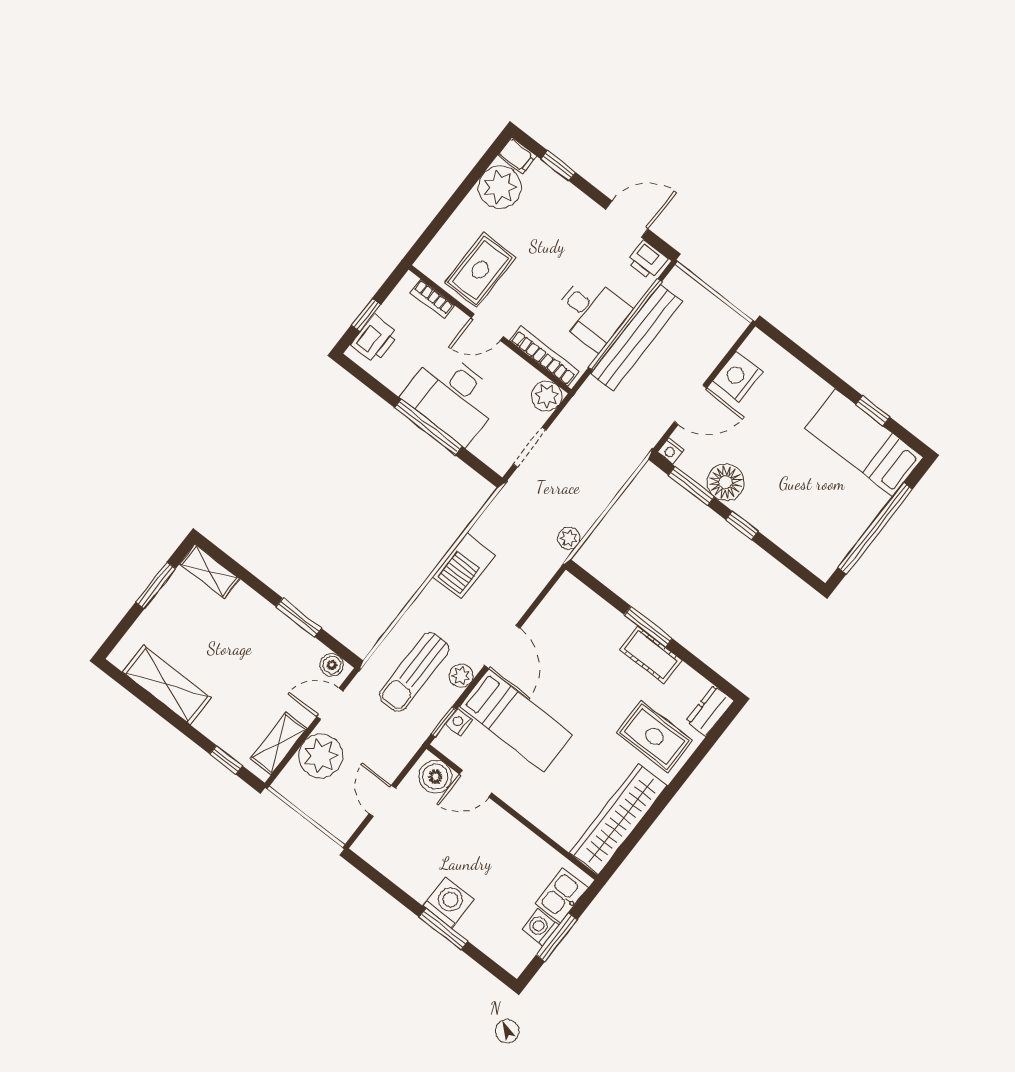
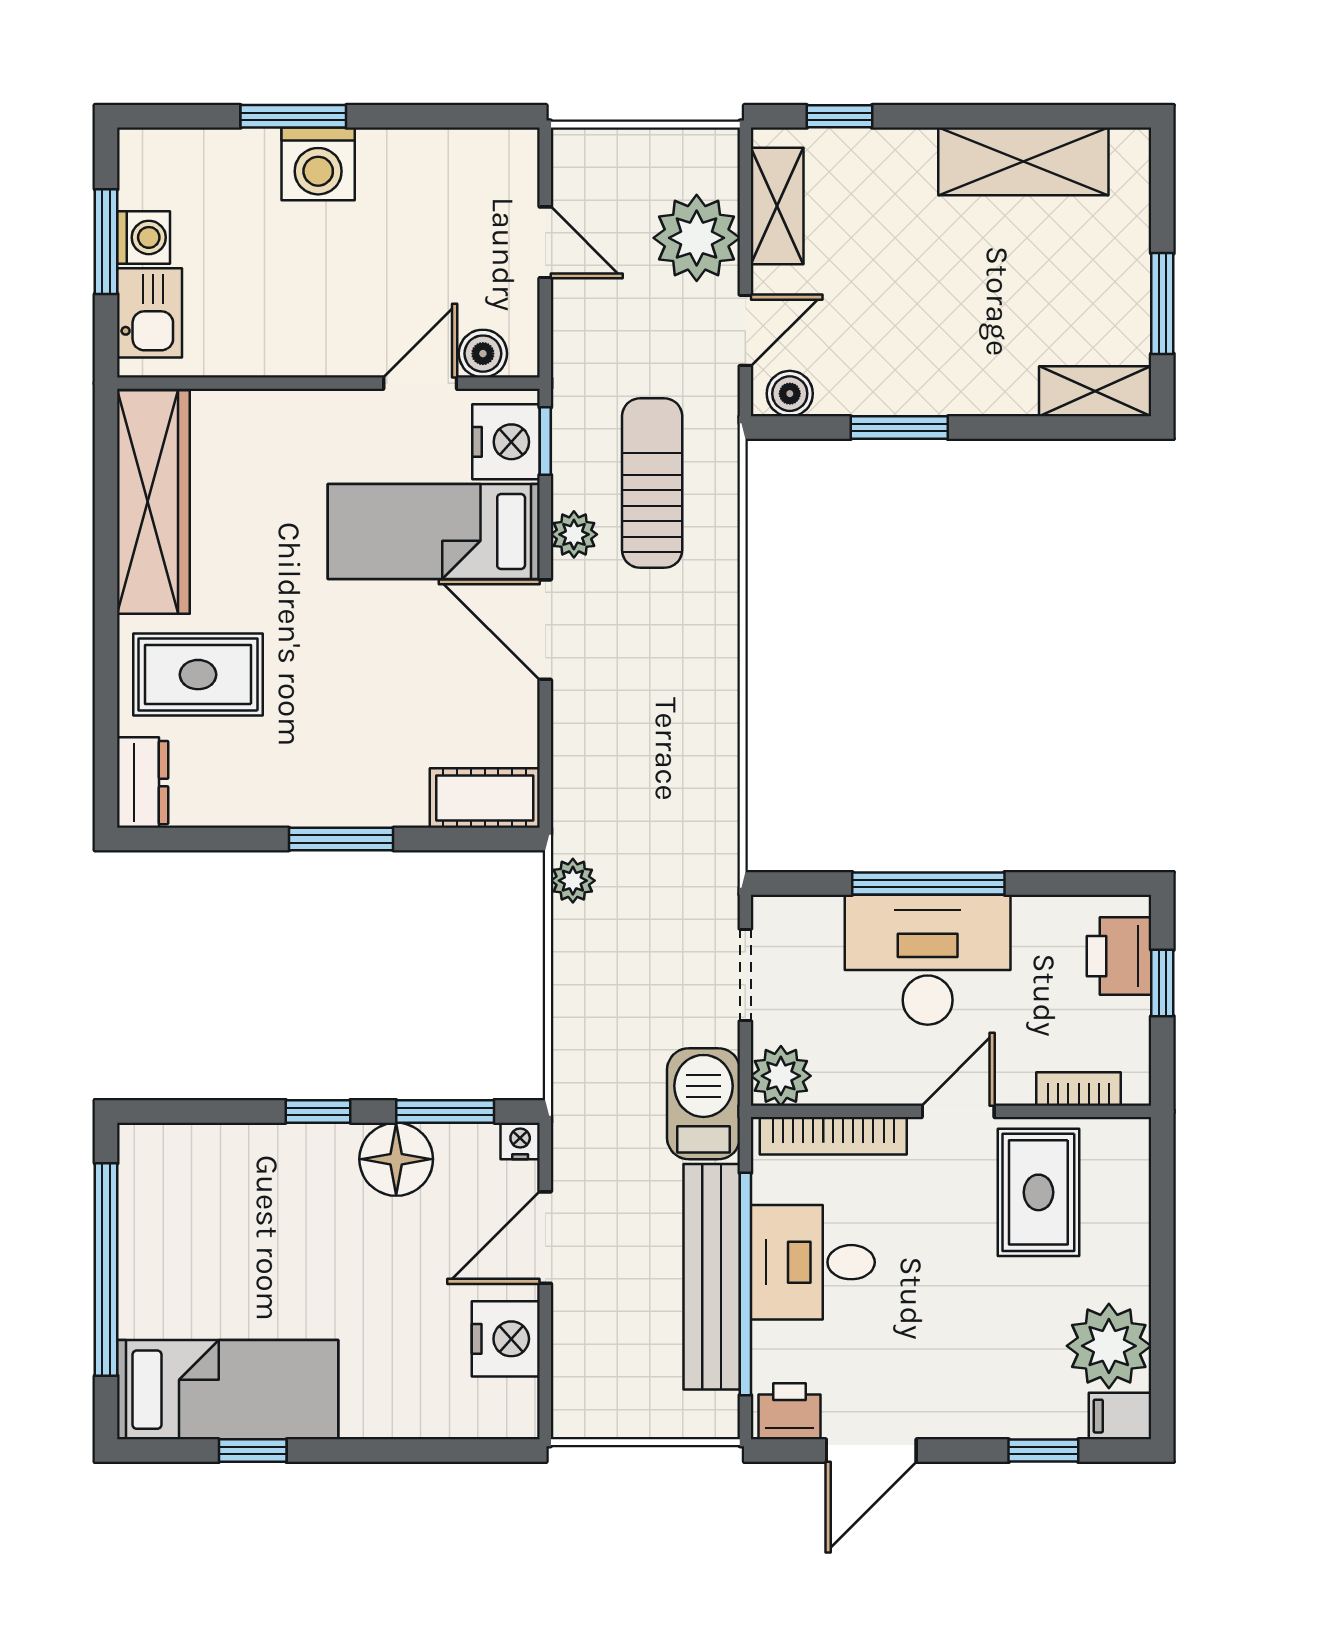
barbecue: (464, 566) -> (703, 1104), moved
cot: (651, 655) -> (485, 798), moved
nightstand: (459, 722) -> (506, 442), width x1.89, depth x1.79
boiler: (435, 777) -> (483, 354), width x0.73, depth x0.73

